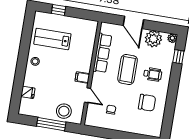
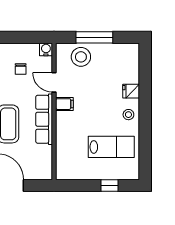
row of seats: (102, 53) -> (44, 119), moved
fridge: (28, 92) -> (131, 91), moved
water cooler: (89, 121) -> (46, 49), added

